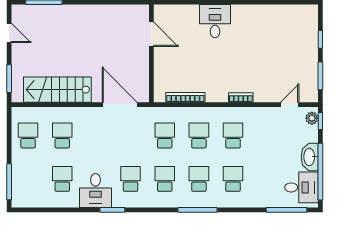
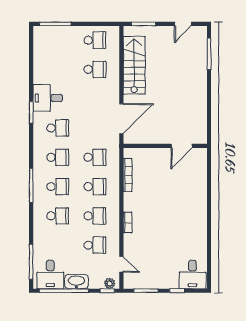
desk: (215, 21) -> (192, 275), moved, turned 90
school desk: (62, 179) -> (95, 245), moved

